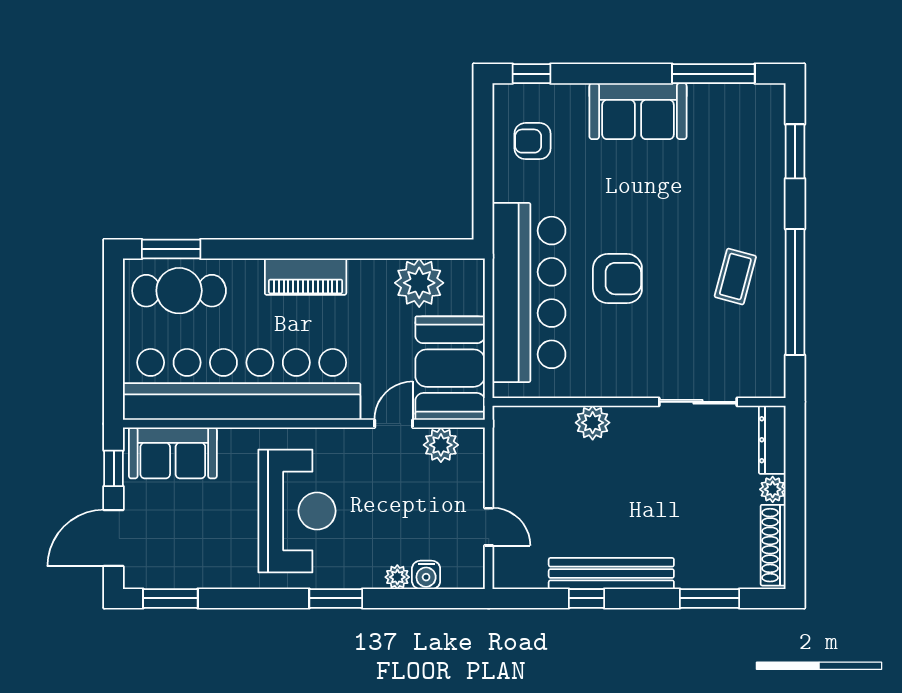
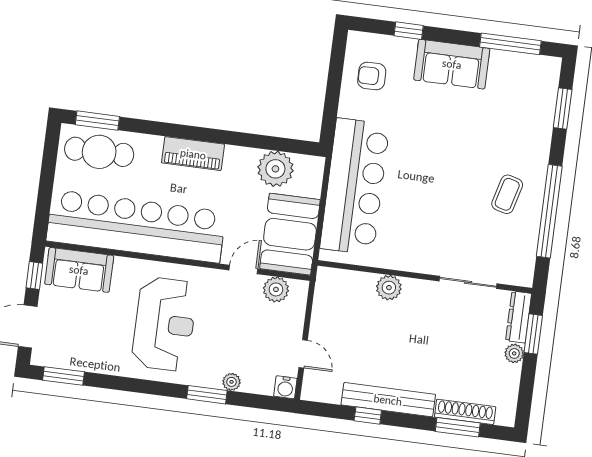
window: (532, 74) -> (409, 31), moved
armchair: (617, 279) -> (421, 185), removed
window: (795, 460) -> (533, 334), added
shoe rack: (773, 545) -> (465, 412), moved, turned 90
water cooler: (426, 575) -> (285, 387), moved
window: (336, 598) -> (207, 395), moved

